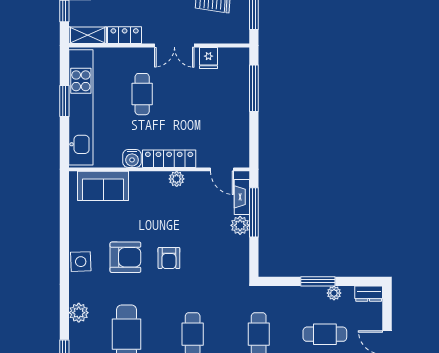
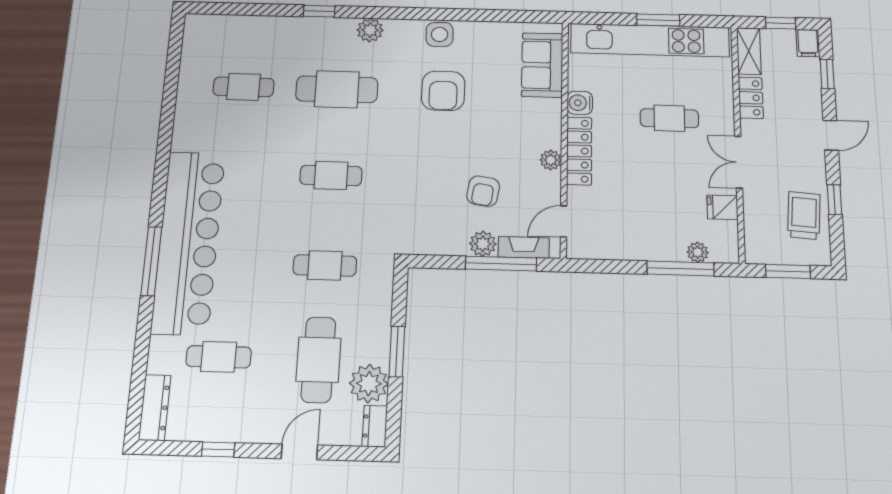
plant: (242, 76) -> (698, 252), added
armchair: (169, 258) -> (483, 191), moved, turned -81
plant: (334, 293) -> (369, 384), width x1.88, depth x1.88
cafe table: (325, 334) -> (318, 360), width x1.37, depth x1.35

